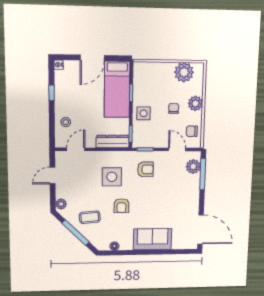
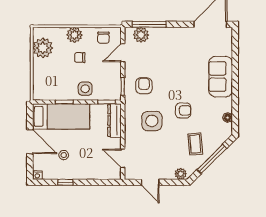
stool: (66, 122) -> (64, 155), moved

